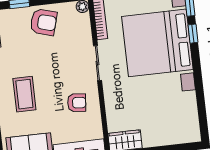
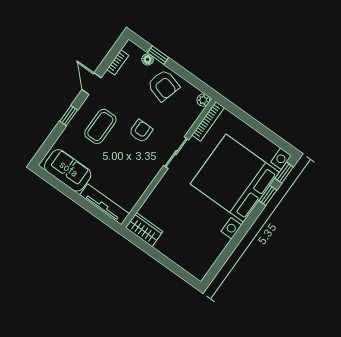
floor lamp: (15, 14) -> (148, 59), added
armchair: (77, 103) -> (141, 131), moved, turned -95

